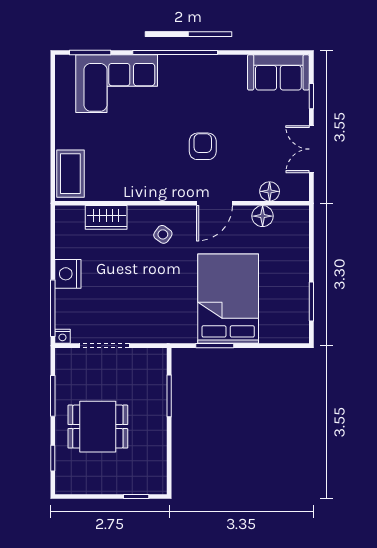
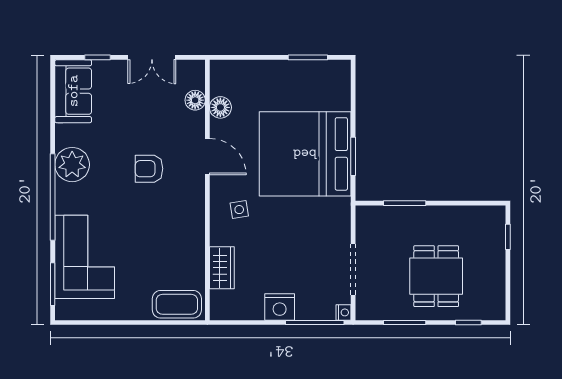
plant: (207, 71) -> (72, 165), added
side table: (163, 234) -> (239, 210), turned 45
bed: (228, 299) -> (305, 154), width x1.36

